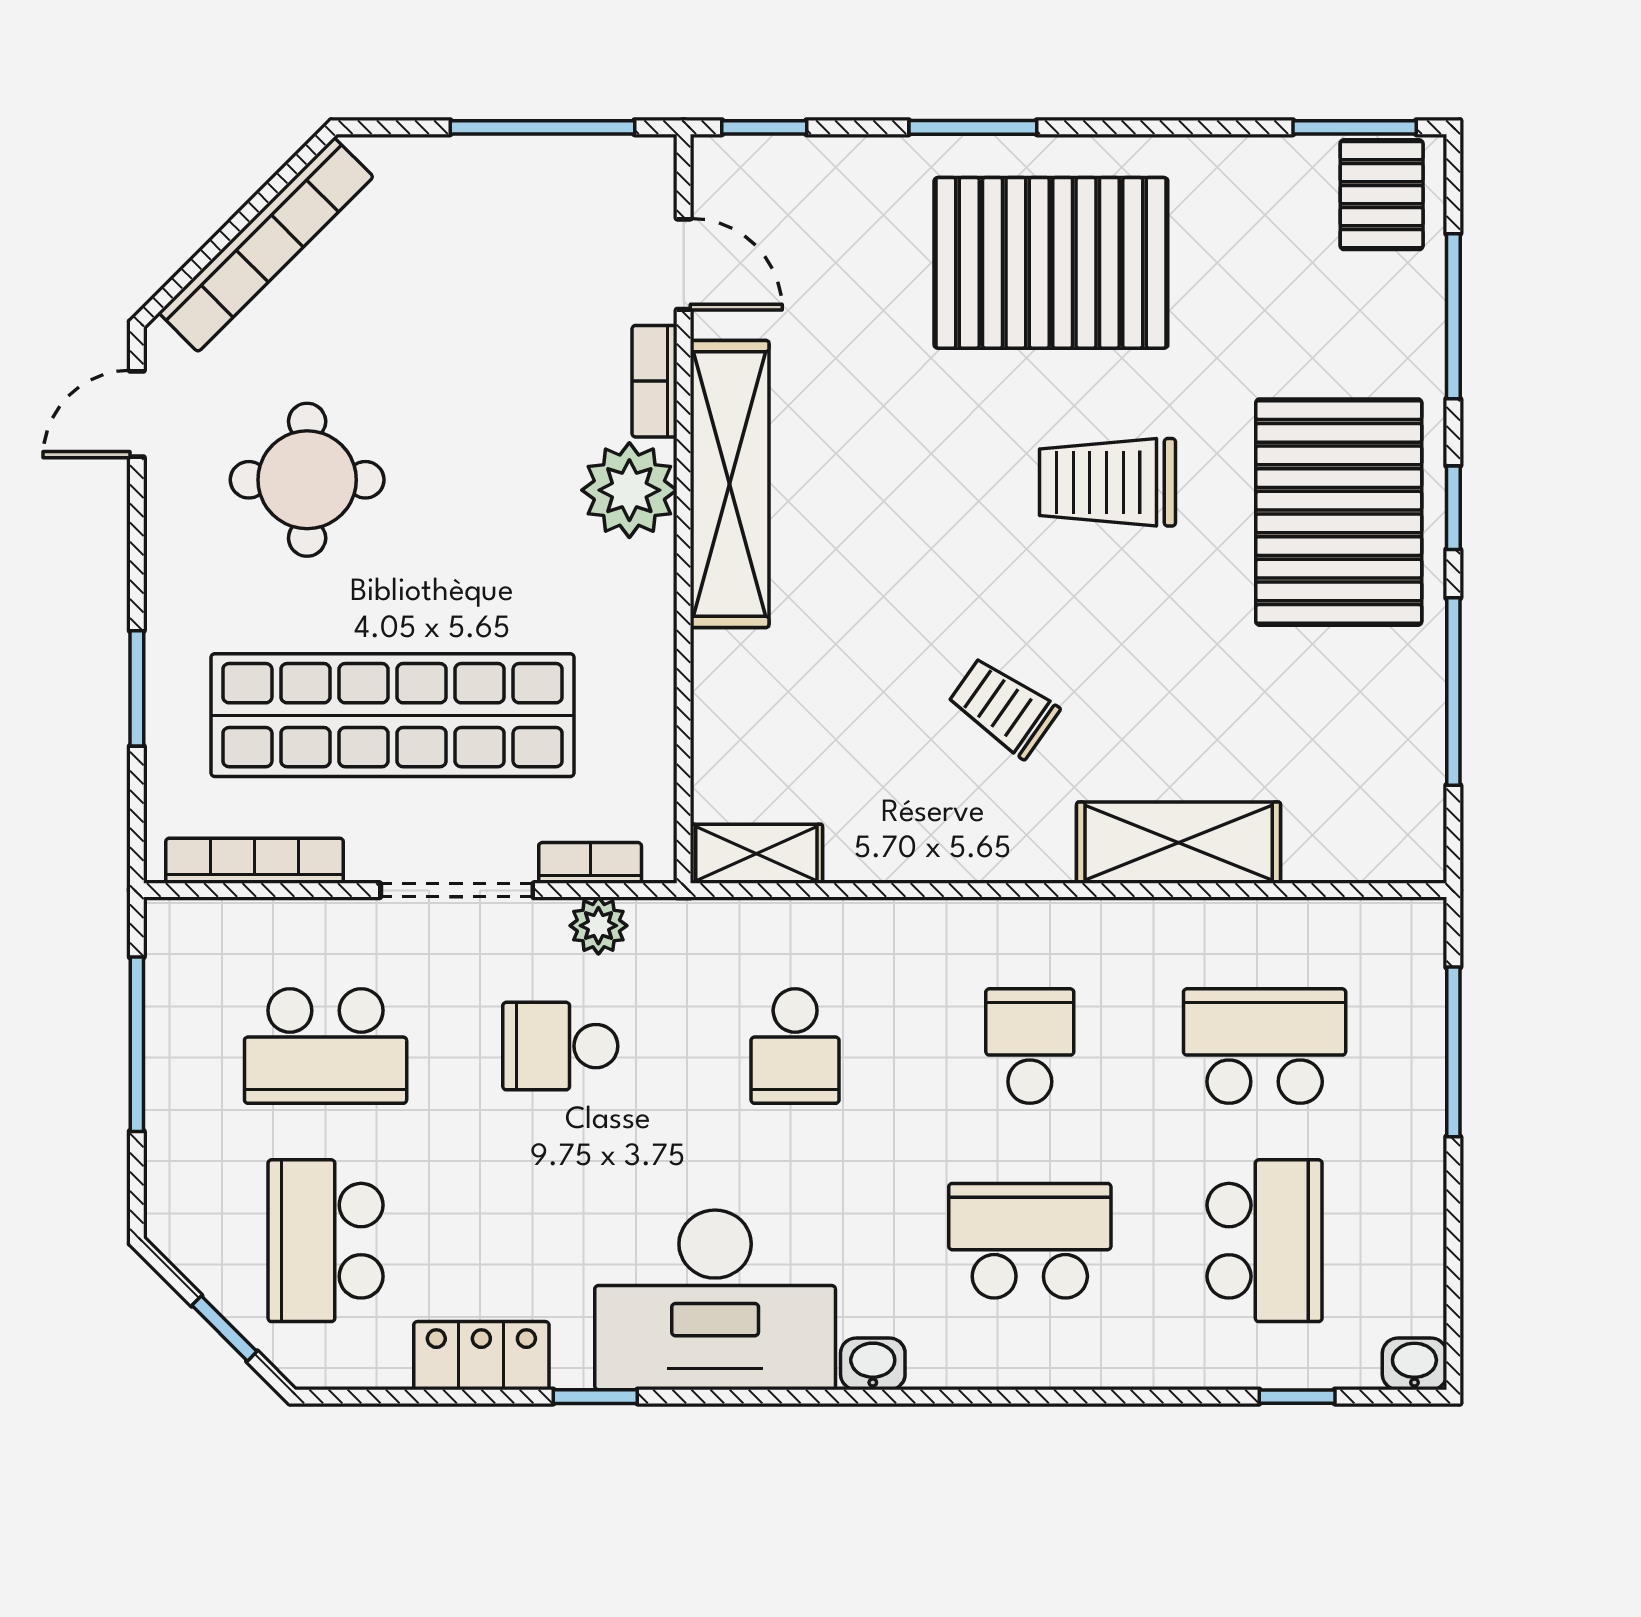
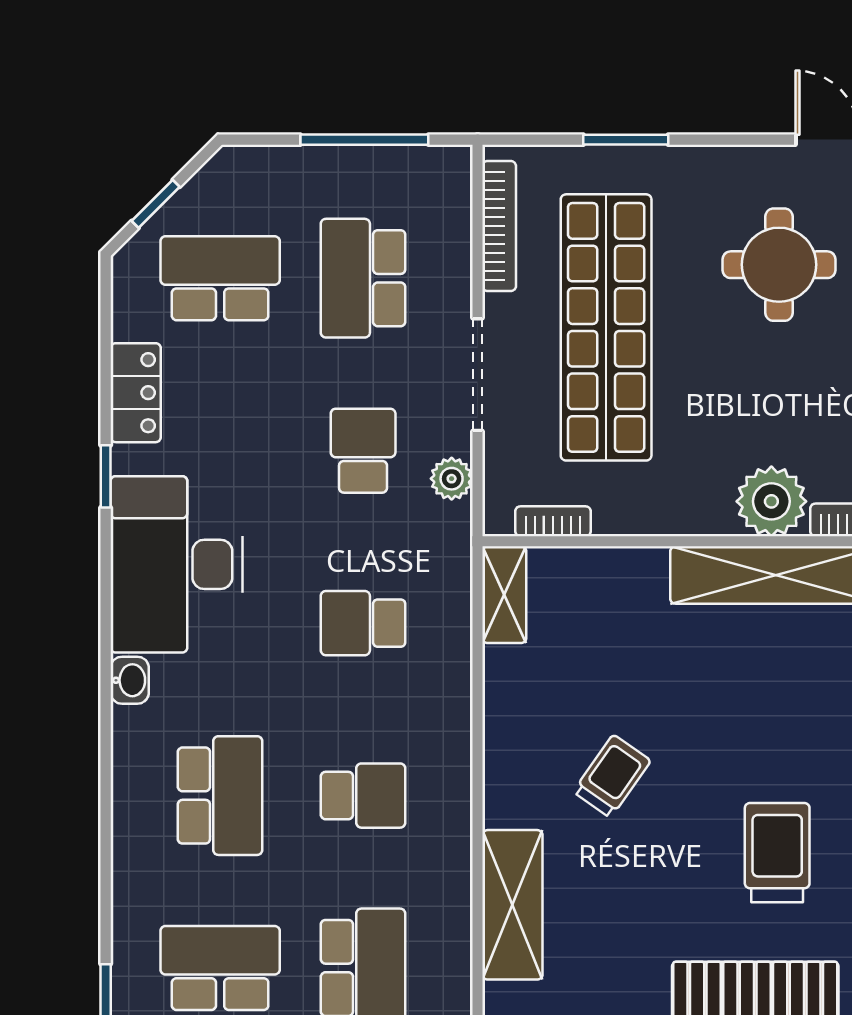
bookcase: (590, 863) -> (553, 521), moved, turned -90
school desk: (1265, 1241) -> (220, 968), turned 180

